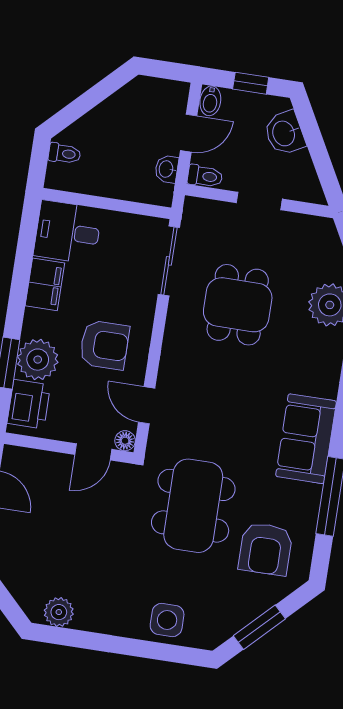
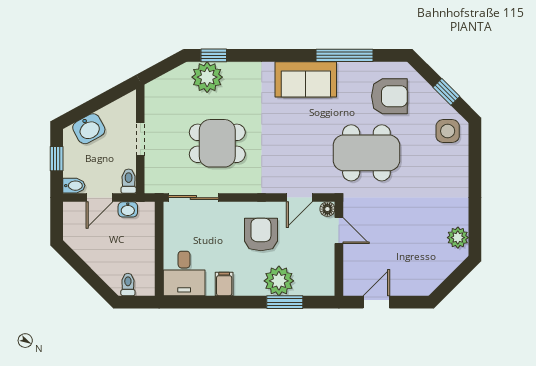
door: (189, 133) -> (100, 198), swing flipped
filing cabinet: (45, 284) -> (224, 284), width x0.50
printer: (29, 404) -> (312, 282), removed
side table: (167, 620) -> (448, 131), moved
window: (259, 627) -> (446, 92), width x0.67

